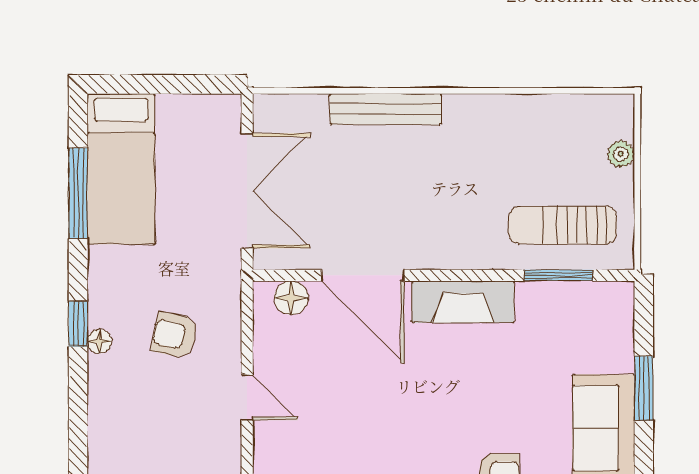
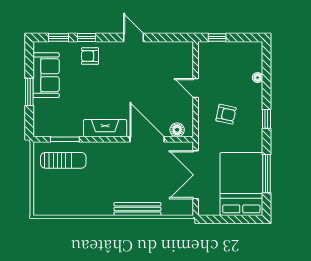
plant: (621, 154) -> (39, 190), removed
bed: (121, 169) -> (241, 184), width x1.50
floor lamp: (99, 341) -> (258, 78), moved

